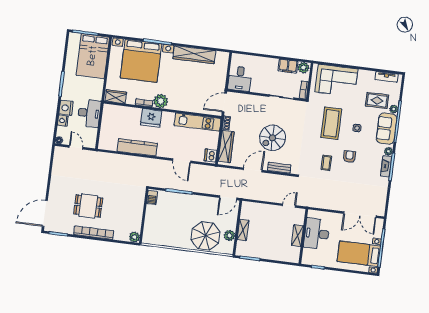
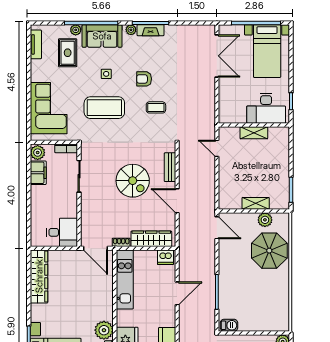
wardrobe: (194, 55) -> (39, 276), moved
desk: (317, 234) -> (266, 108), moved

